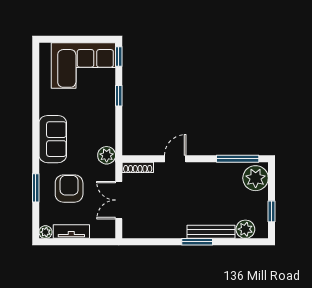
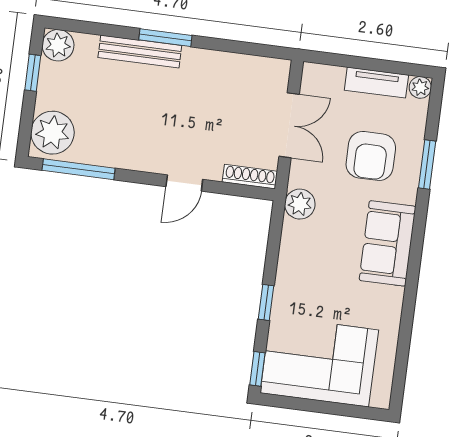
plant: (245, 229) -> (58, 45), moved

